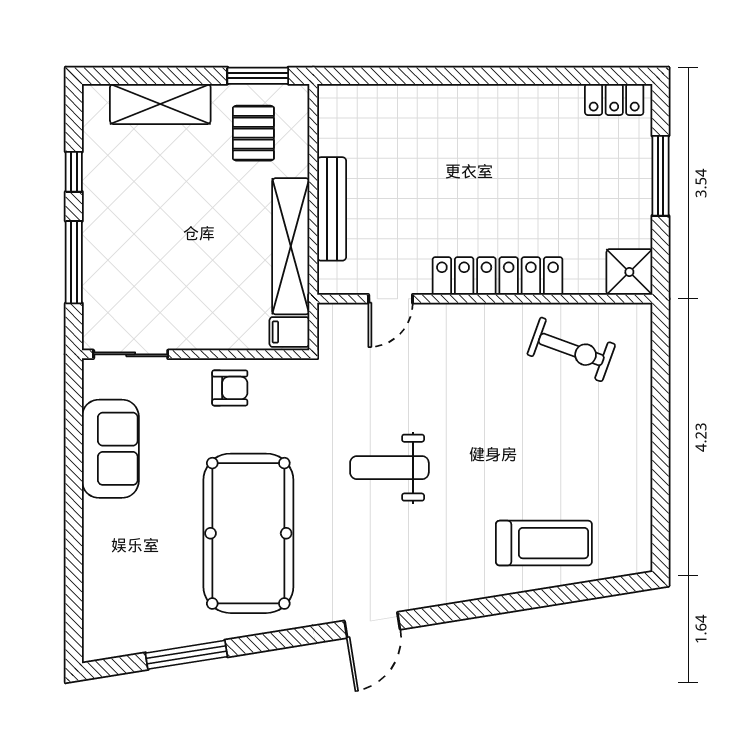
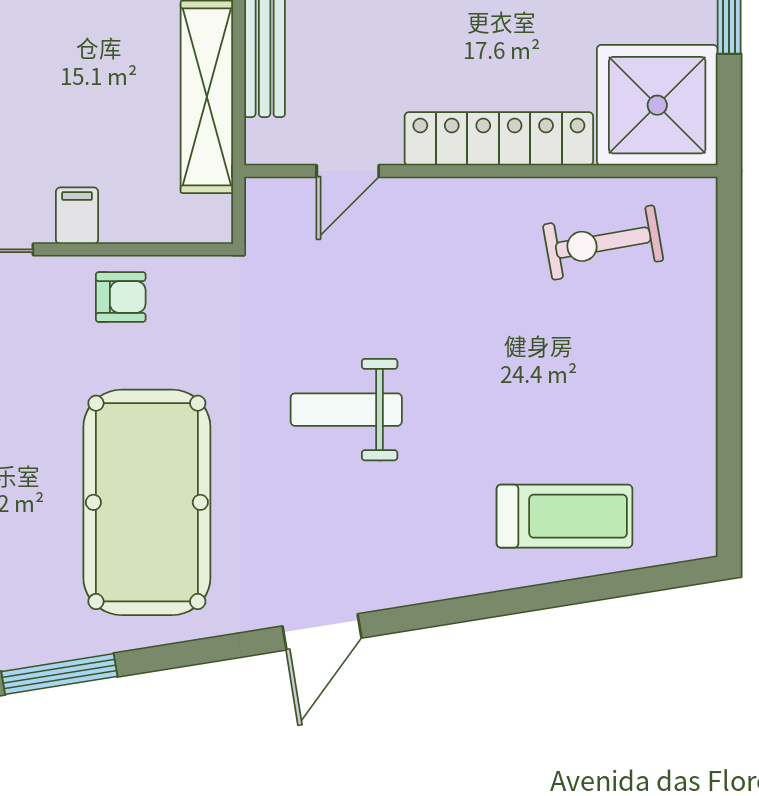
shower: (629, 272) -> (657, 105), width x1.86, depth x1.86
filing cabinet: (289, 332) -> (77, 216), moved, turned 90
exercise bike: (571, 349) -> (603, 243), turned 150

